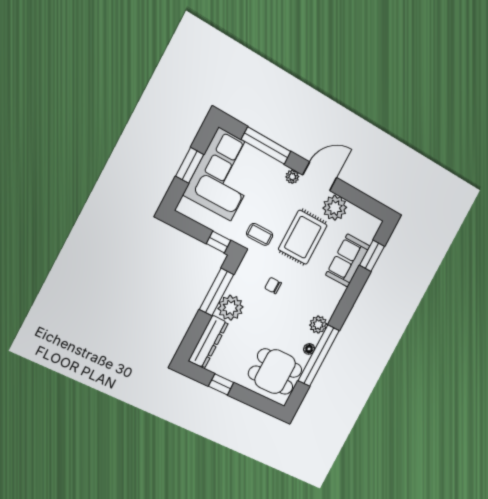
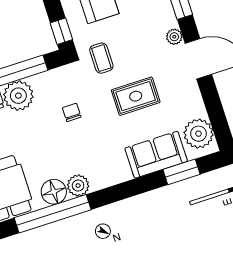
plant: (335, 208) -> (199, 134), moved
rug: (303, 237) -> (136, 96), width x0.73, depth x0.70
floor lamp: (309, 349) -> (54, 192), width x1.89, depth x1.89

